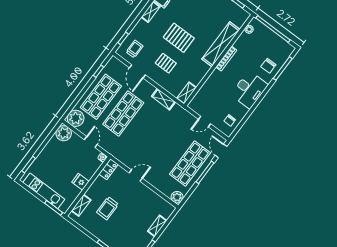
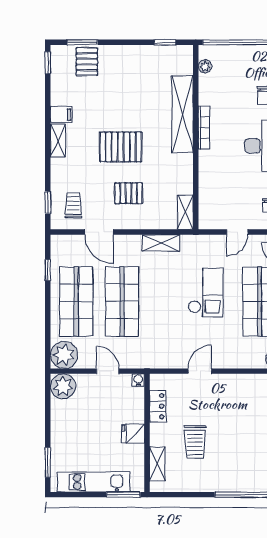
checkout: (167, 139) -> (206, 293), added
locker: (108, 169) -> (158, 406), moved

